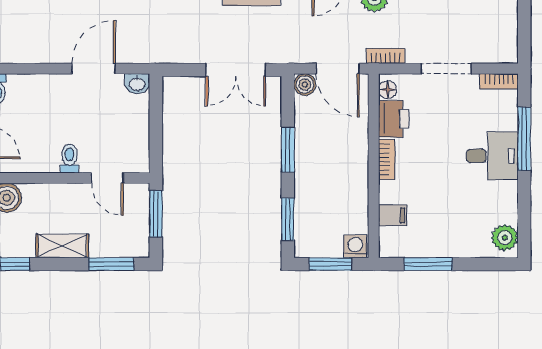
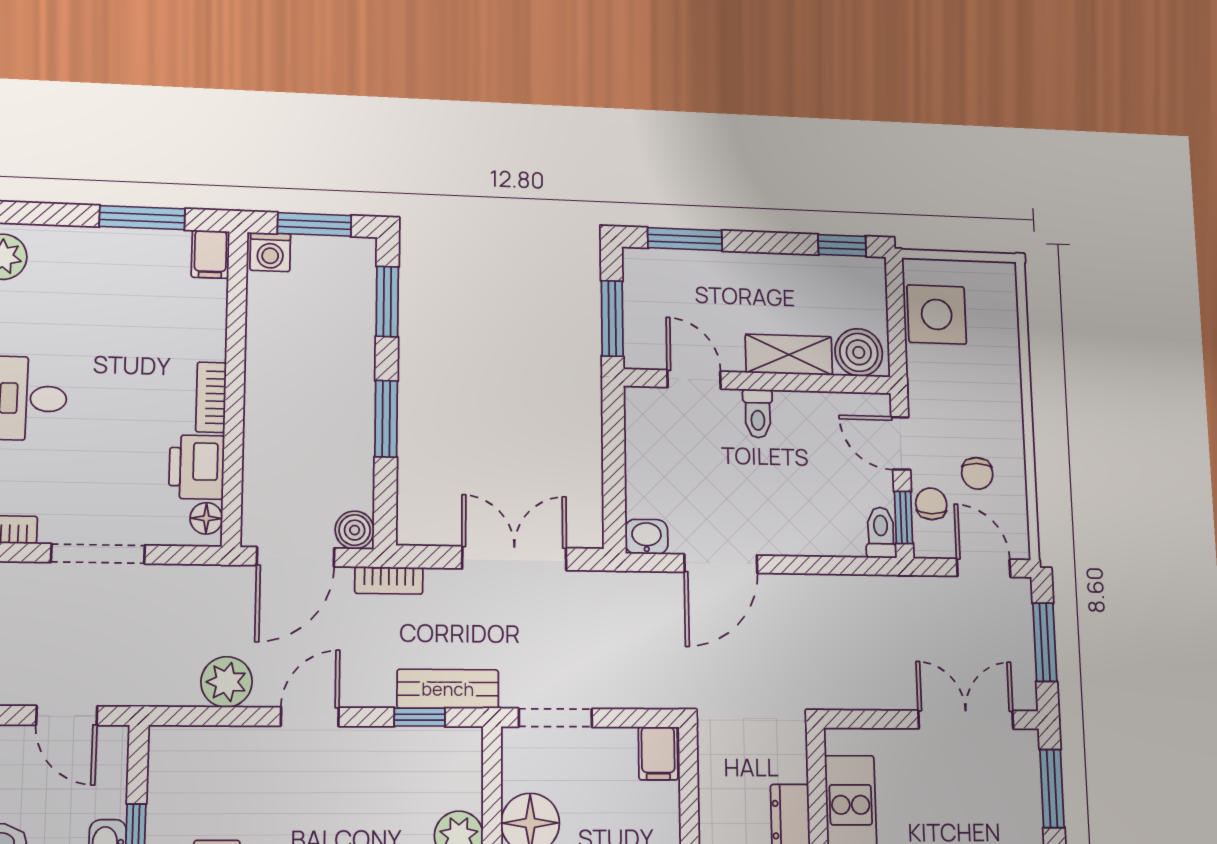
bookcase: (386, 56) -> (389, 580), moved
door: (338, 69) -> (296, 557), swing flipped
double door: (236, 70) -> (514, 558), moved
filing cabinet: (393, 215) -> (210, 254), moved, turned -90
shelving: (62, 246) -> (789, 355), moved

